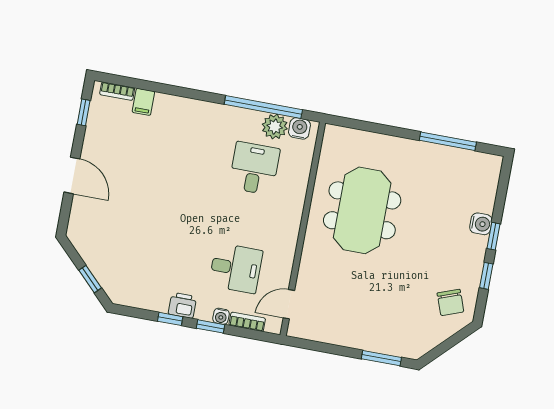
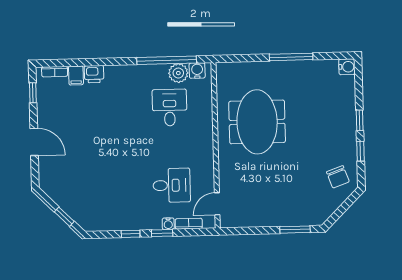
window: (448, 141) -> (291, 57), moved
water cooler: (481, 224) -> (347, 67), moved
printer: (182, 305) -> (94, 74), moved, turned 180

